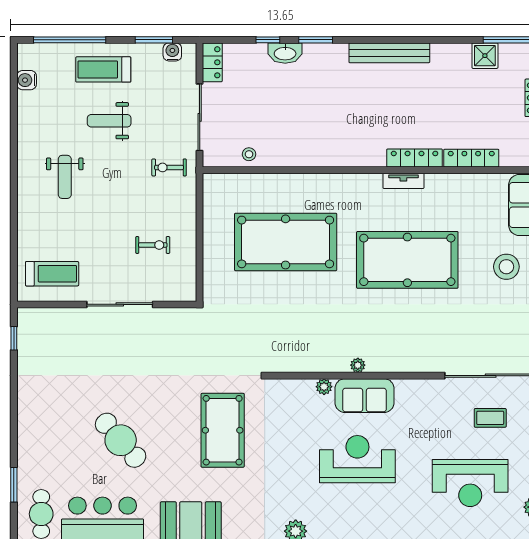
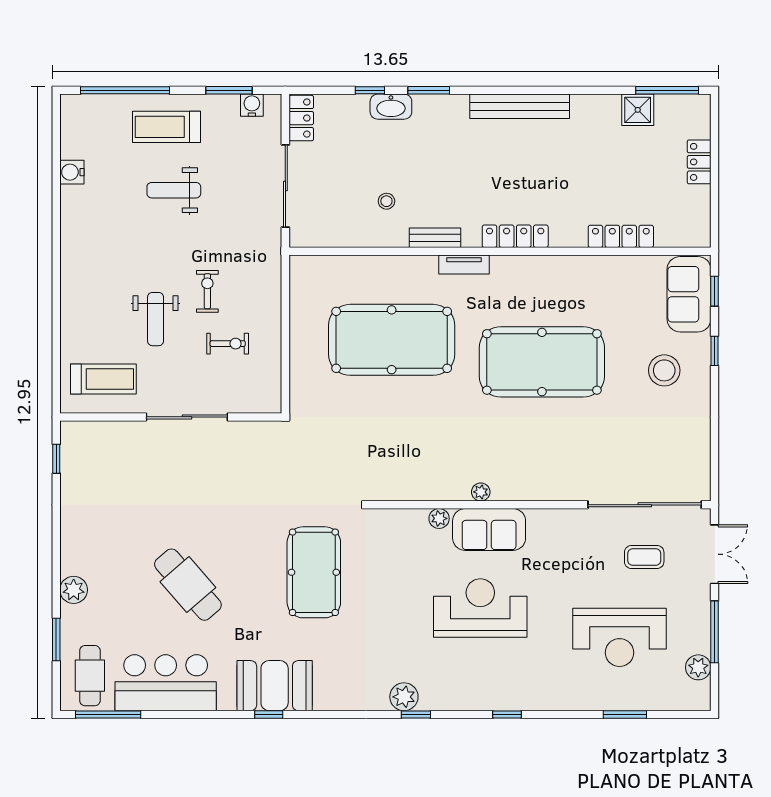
water cooler: (27, 80) -> (72, 172), moved
stool: (249, 154) -> (386, 201), moved
locker: (415, 158) -> (515, 236), moved
bench: (321, 159) -> (435, 238), added
exercise bike: (169, 167) -> (207, 291), moved, turned 90
weight bench: (65, 177) -> (156, 319), moved
tv unit: (403, 181) -> (464, 264), moved
plant: (28, 445) -> (74, 590), added

